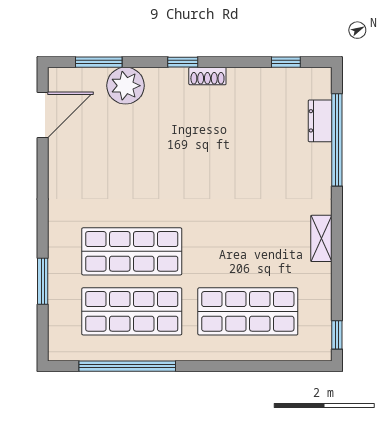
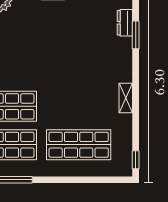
window: (337, 140) -> (136, 35), width x0.47

